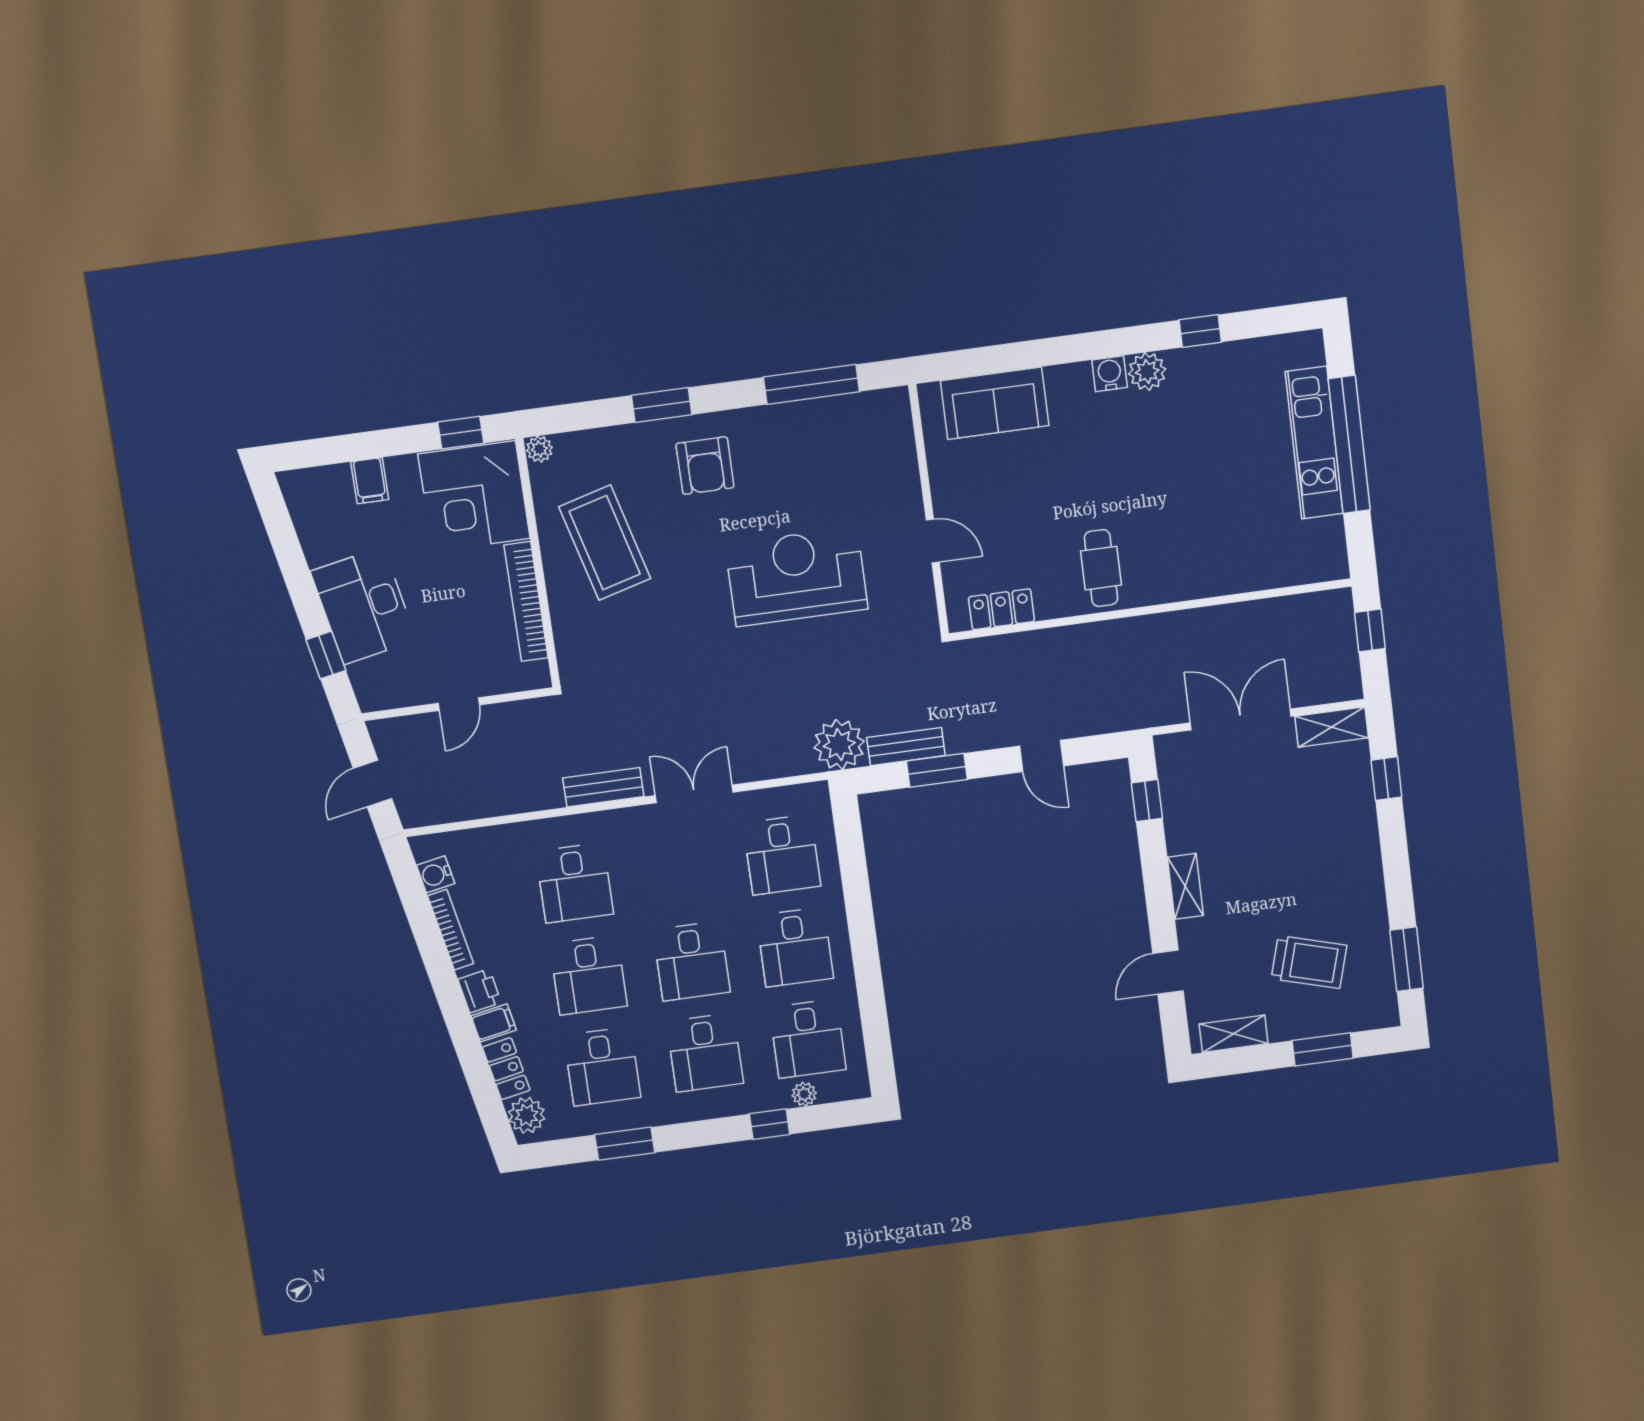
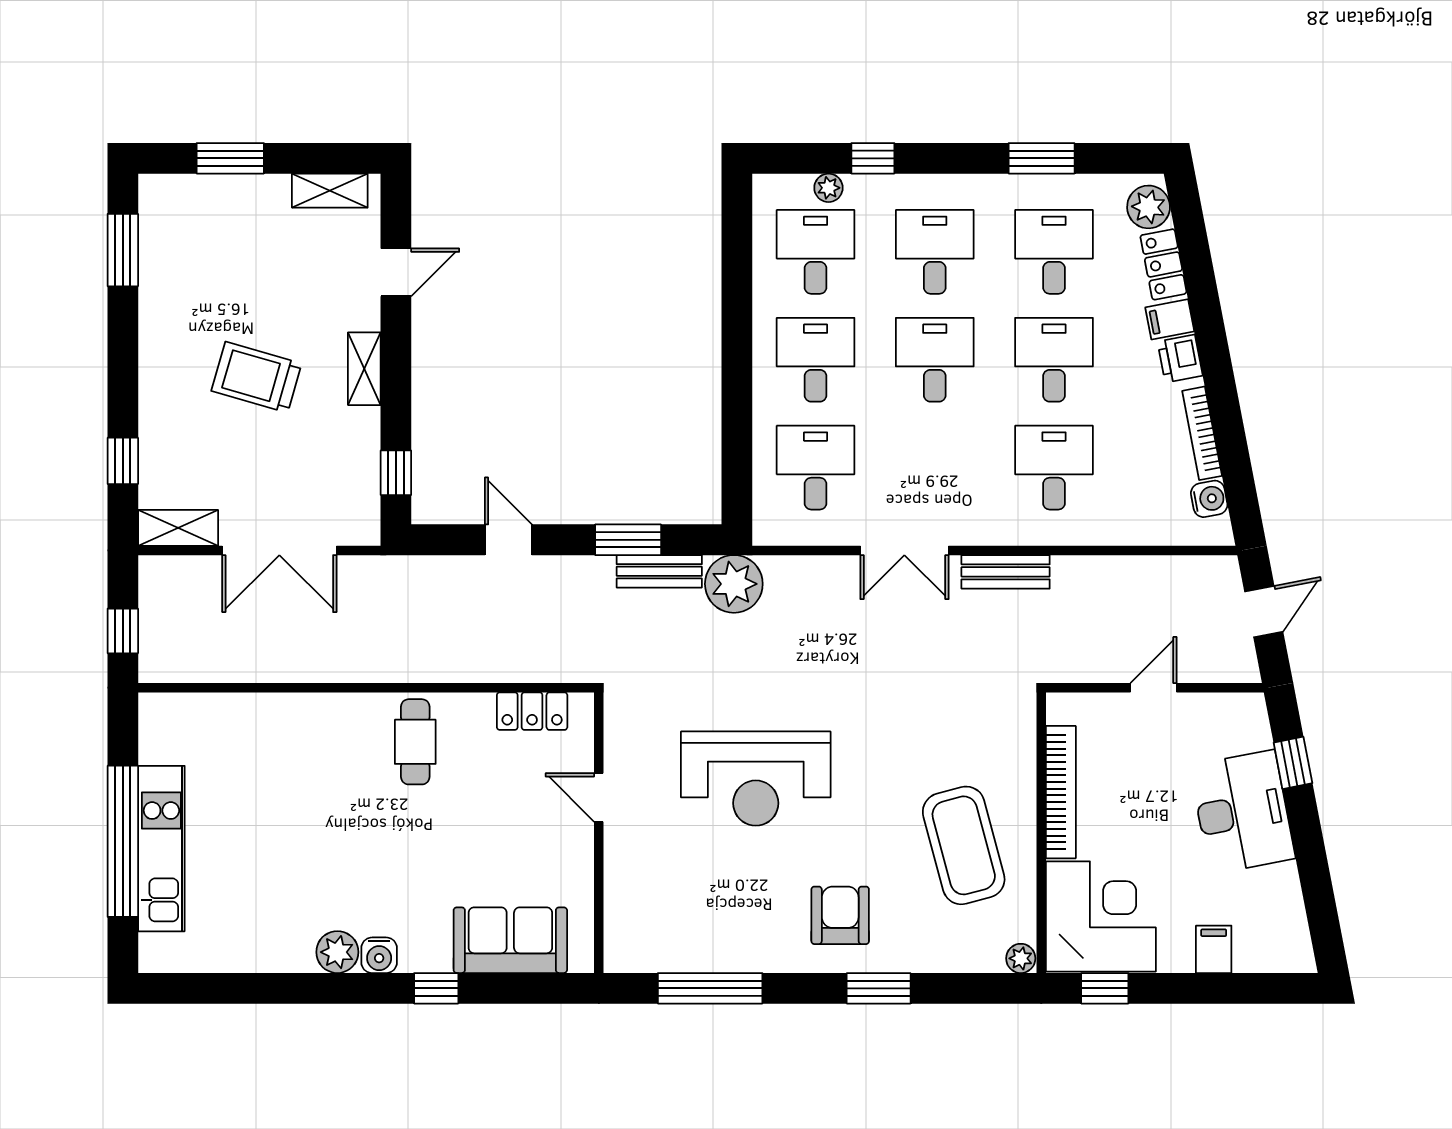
window: (1200, 331) -> (436, 988), moved
trolley: (1309, 962) -> (256, 377), moved

